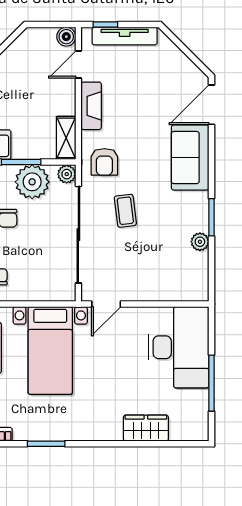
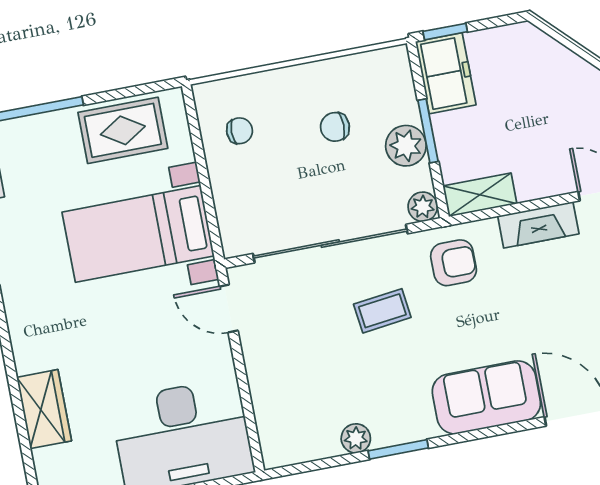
armchair: (104, 162) -> (454, 263), turned 180
plant: (32, 182) -> (406, 146), width x0.73, depth x0.73

